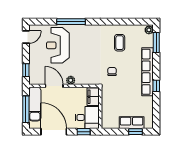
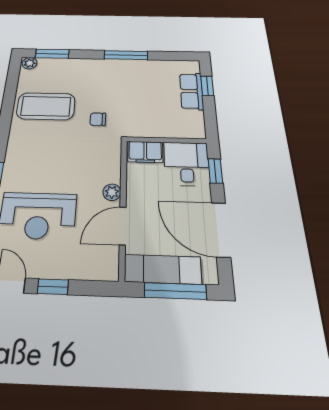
coffee table: (120, 43) -> (46, 106), width x1.86, depth x1.72
window: (26, 70) -> (53, 287), moved
row of seats: (147, 72) -> (101, 67), removed
window: (156, 86) -> (126, 55), width x2.17
door: (54, 132) -> (221, 229), hinge flipped

